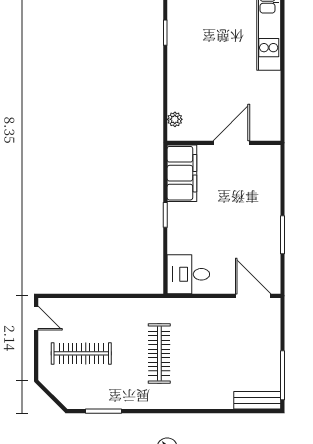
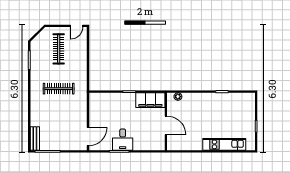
desk: (188, 274) -> (123, 140), moved, turned 180

